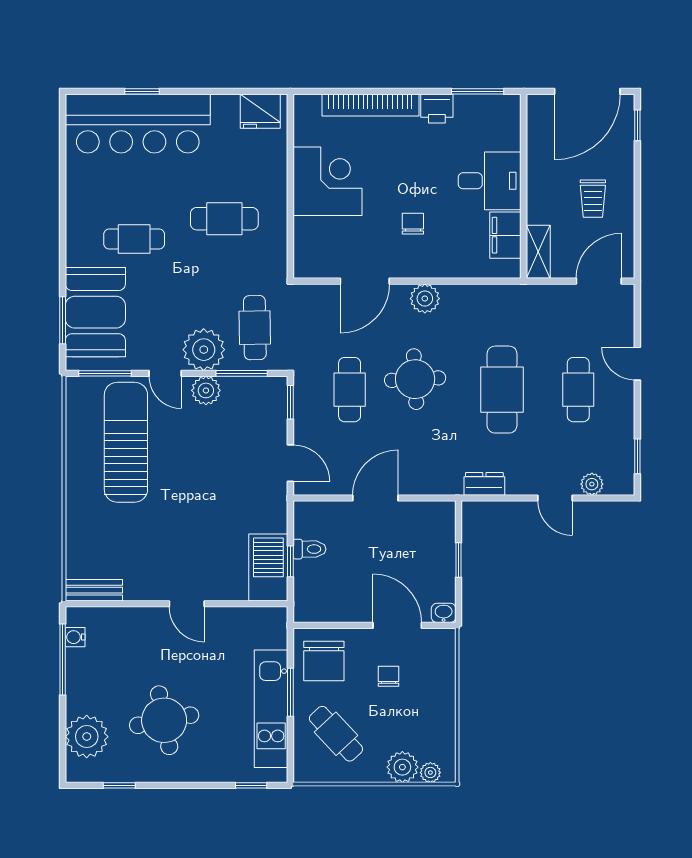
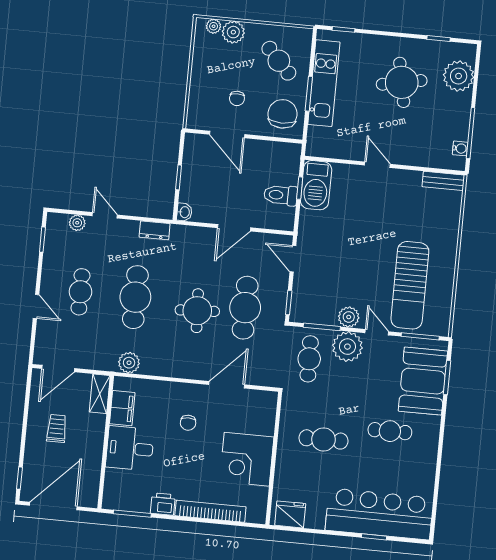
plant: (425, 299) -> (129, 363), moved
cafe table: (350, 390) -> (245, 308), width x1.37, depth x1.35
toilet: (309, 549) -> (281, 195), width x1.37, depth x1.39
washbasin: (444, 613) -> (184, 212), moved, turned -90

